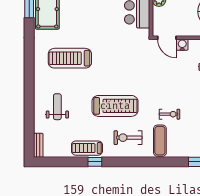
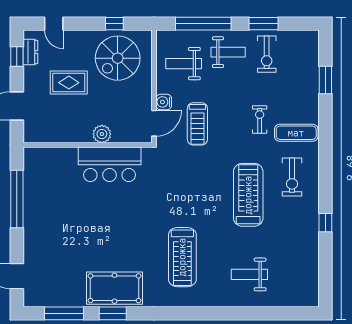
bench: (38, 145) -> (302, 301), removed
treadmill: (87, 148) -> (197, 124), moved

